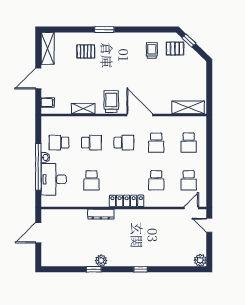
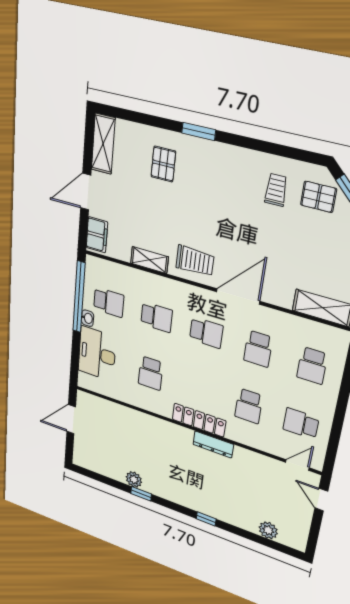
pallet: (86, 51) -> (163, 164), turned 90
trolley: (111, 101) -> (195, 261), turned 90
filing cabinet: (48, 103) -> (97, 235), width x2.00
door: (140, 115) -> (238, 297), hinge flipped
school desk: (59, 143) -> (109, 302), turned 180
window: (38, 167) -> (79, 297), moved
school desk: (189, 180) -> (301, 424), turned 90
dresser: (101, 214) -> (213, 444), moved
plant: (200, 260) -> (268, 530), moved
plant: (101, 261) -> (134, 479), moved

